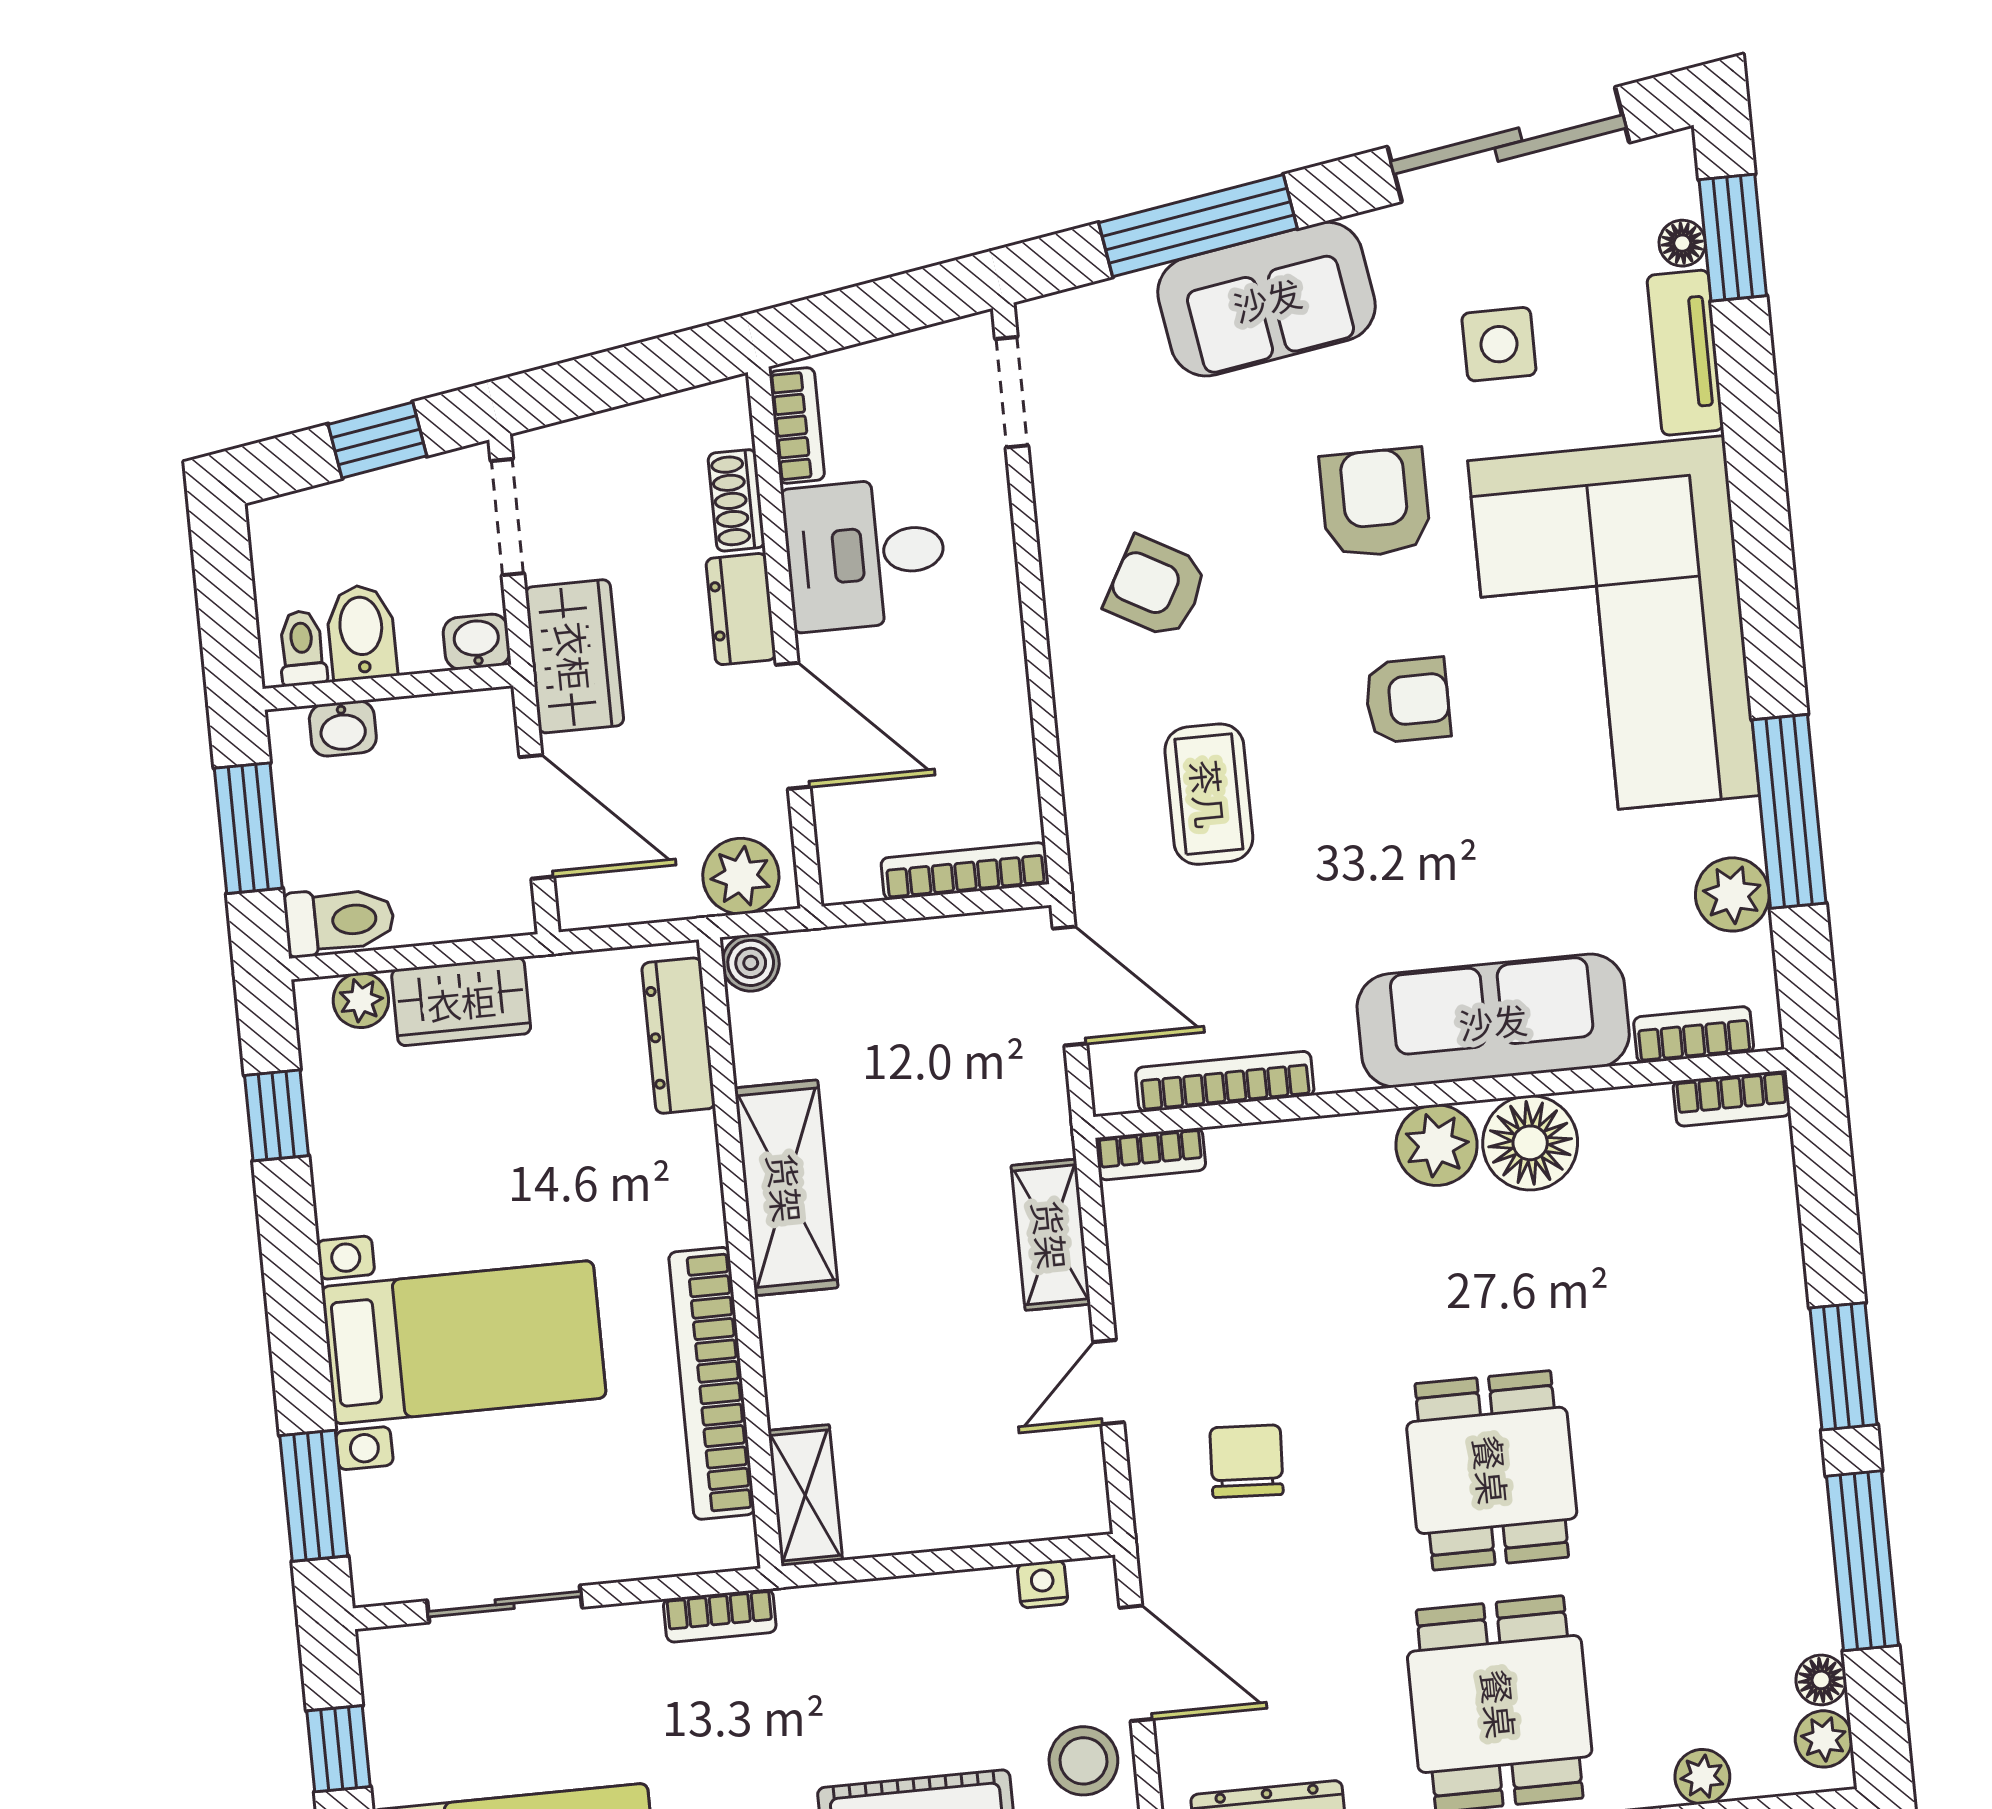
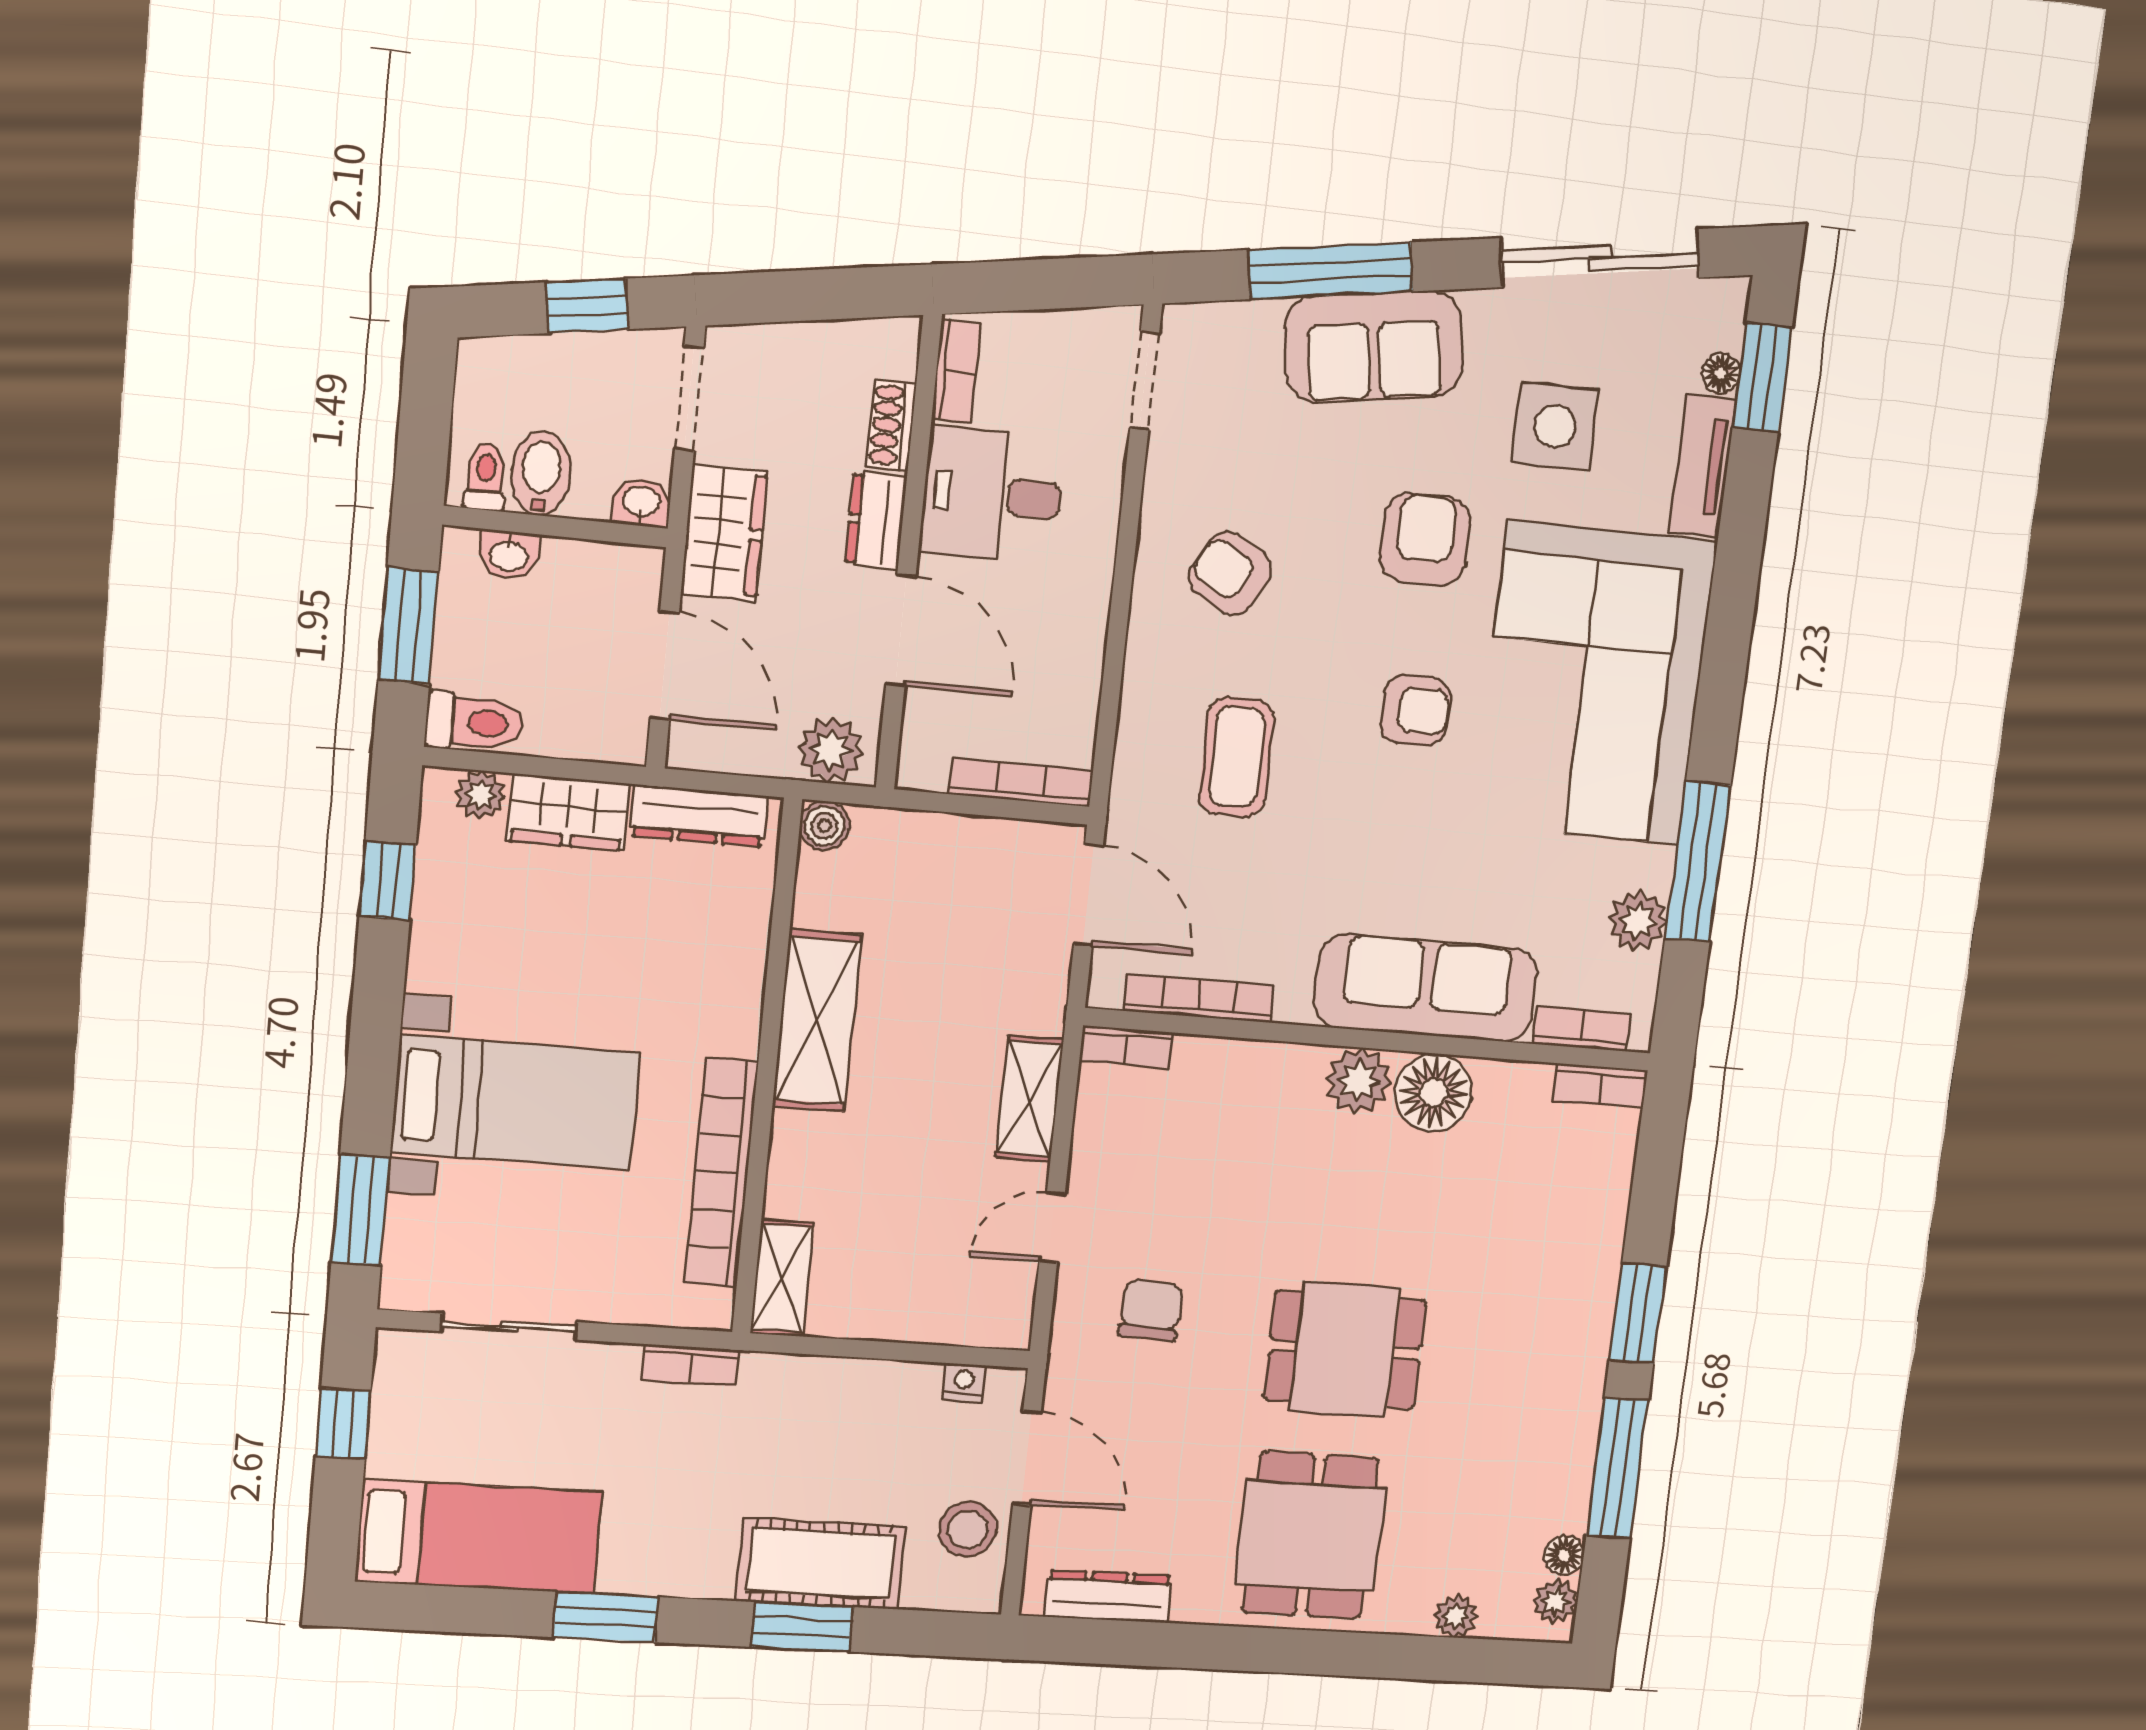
side table: (1499, 344) -> (1555, 426), width x1.37, depth x1.37
dresser: (678, 1036) -> (699, 816), moved, turned -90
dining table: (1492, 1470) -> (1345, 1350), turned 90

